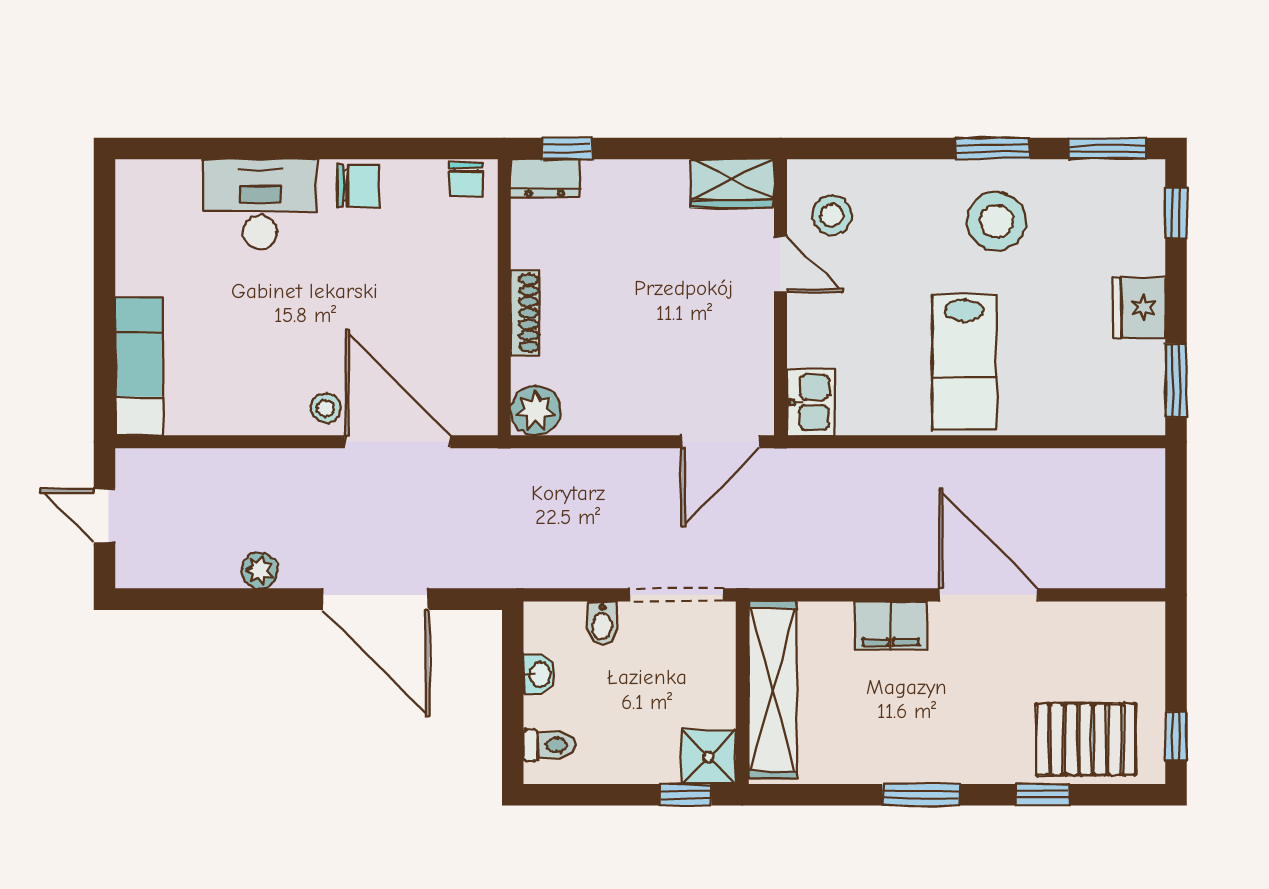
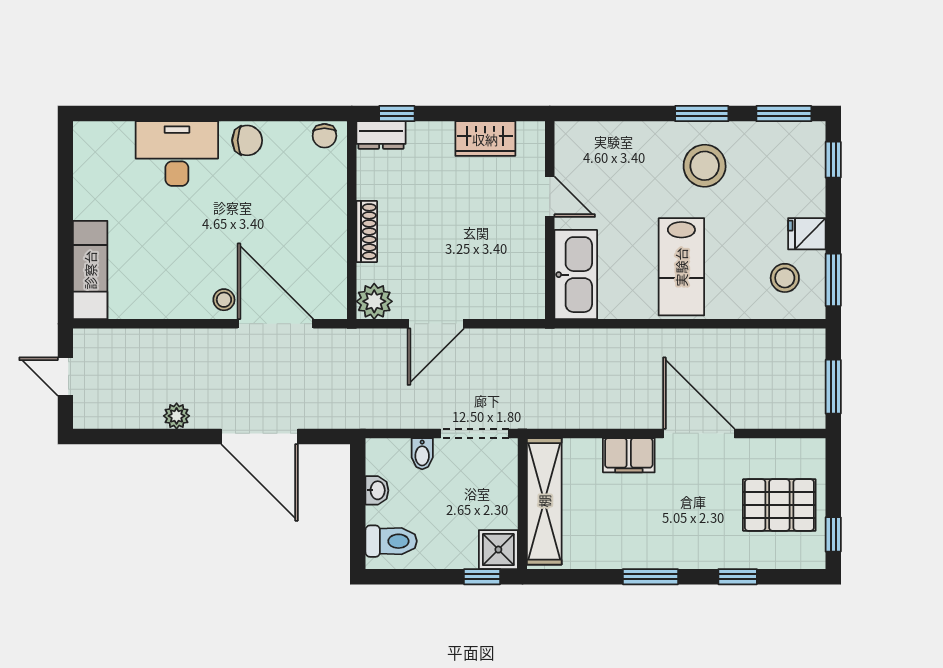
wardrobe: (732, 183) -> (485, 139), moved
stool: (832, 215) -> (785, 278), moved
fridge: (1139, 308) -> (807, 234), width x0.72
kitchen sink: (811, 402) -> (576, 275), width x1.87, depth x1.24
door: (721, 442) -> (436, 324), moved
window: (1176, 530) -> (833, 387), added
pallet: (1086, 739) -> (779, 505), moved
toilet: (549, 745) -> (391, 541), width x1.37, depth x1.39

